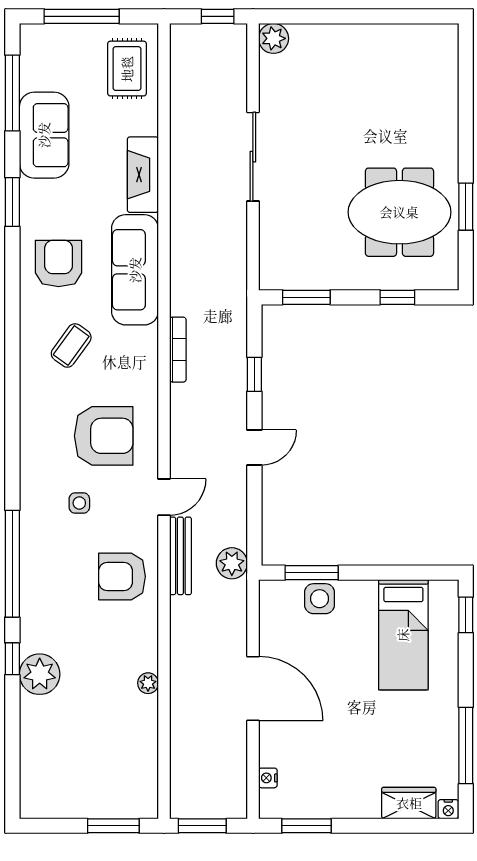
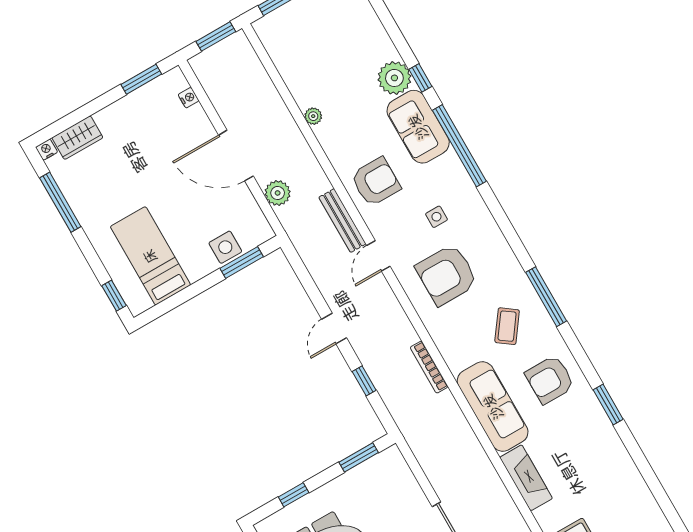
window: (12, 93) -> (546, 297), moved
sofa: (44, 135) -> (418, 127), moved
armchair: (59, 263) -> (550, 380), turned 90
plant: (232, 563) -> (278, 193), moved

